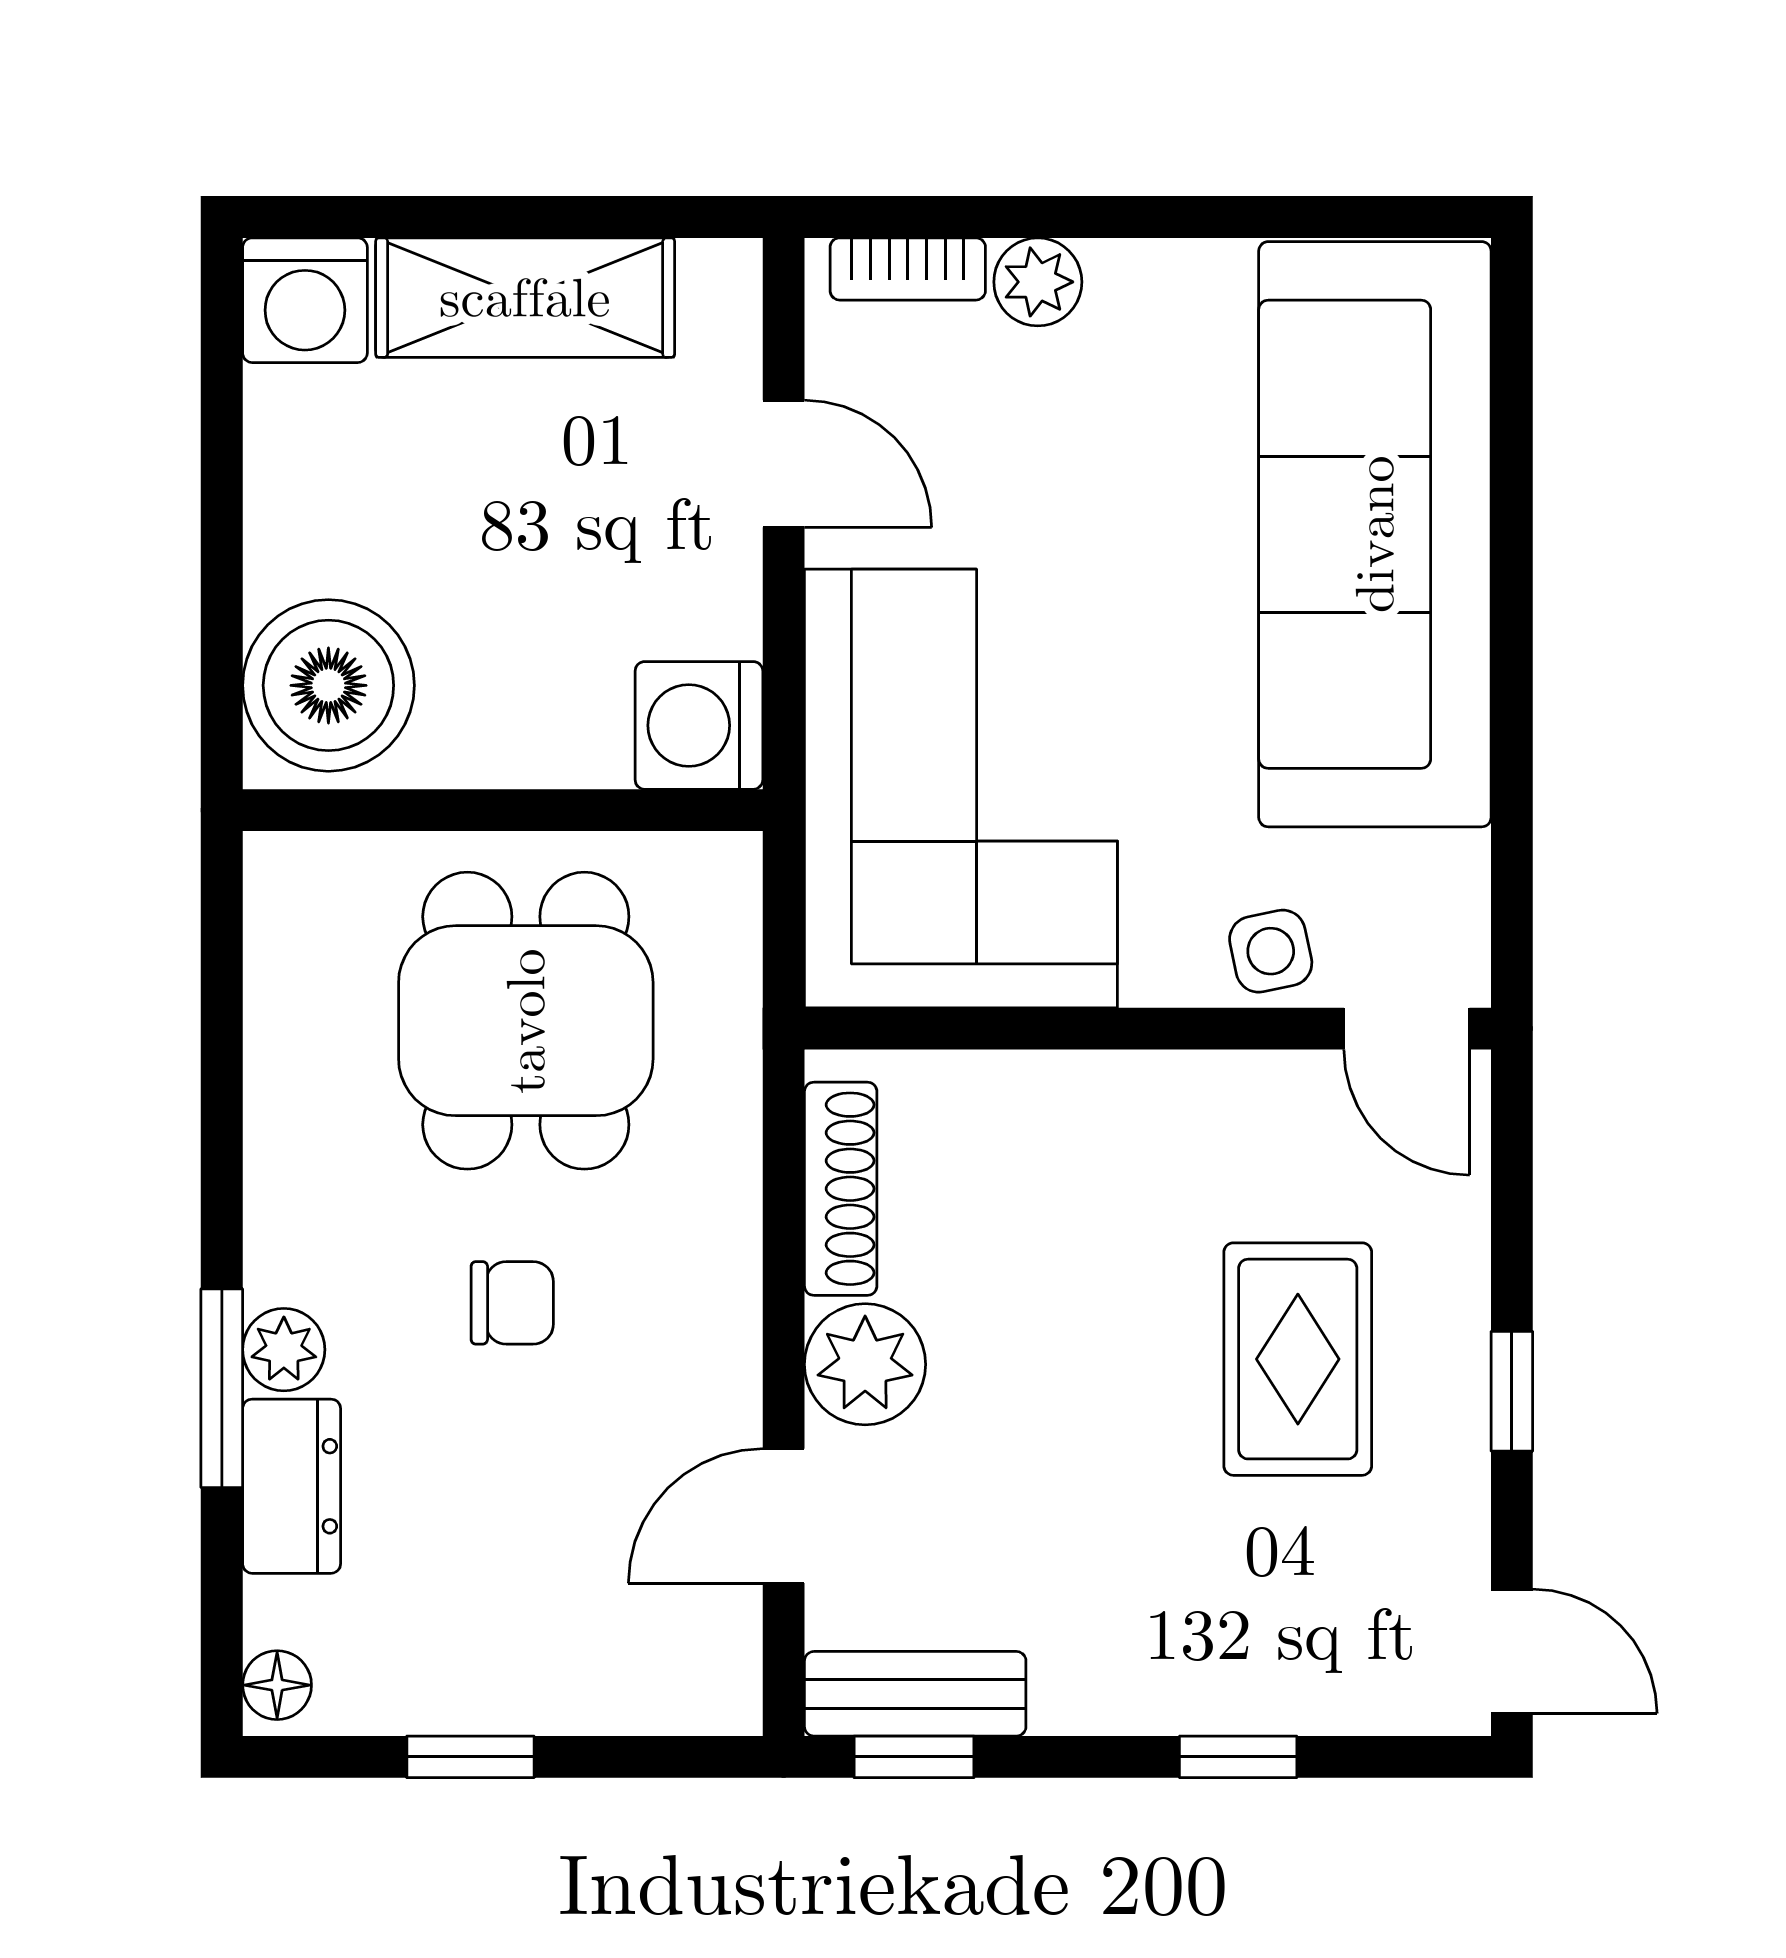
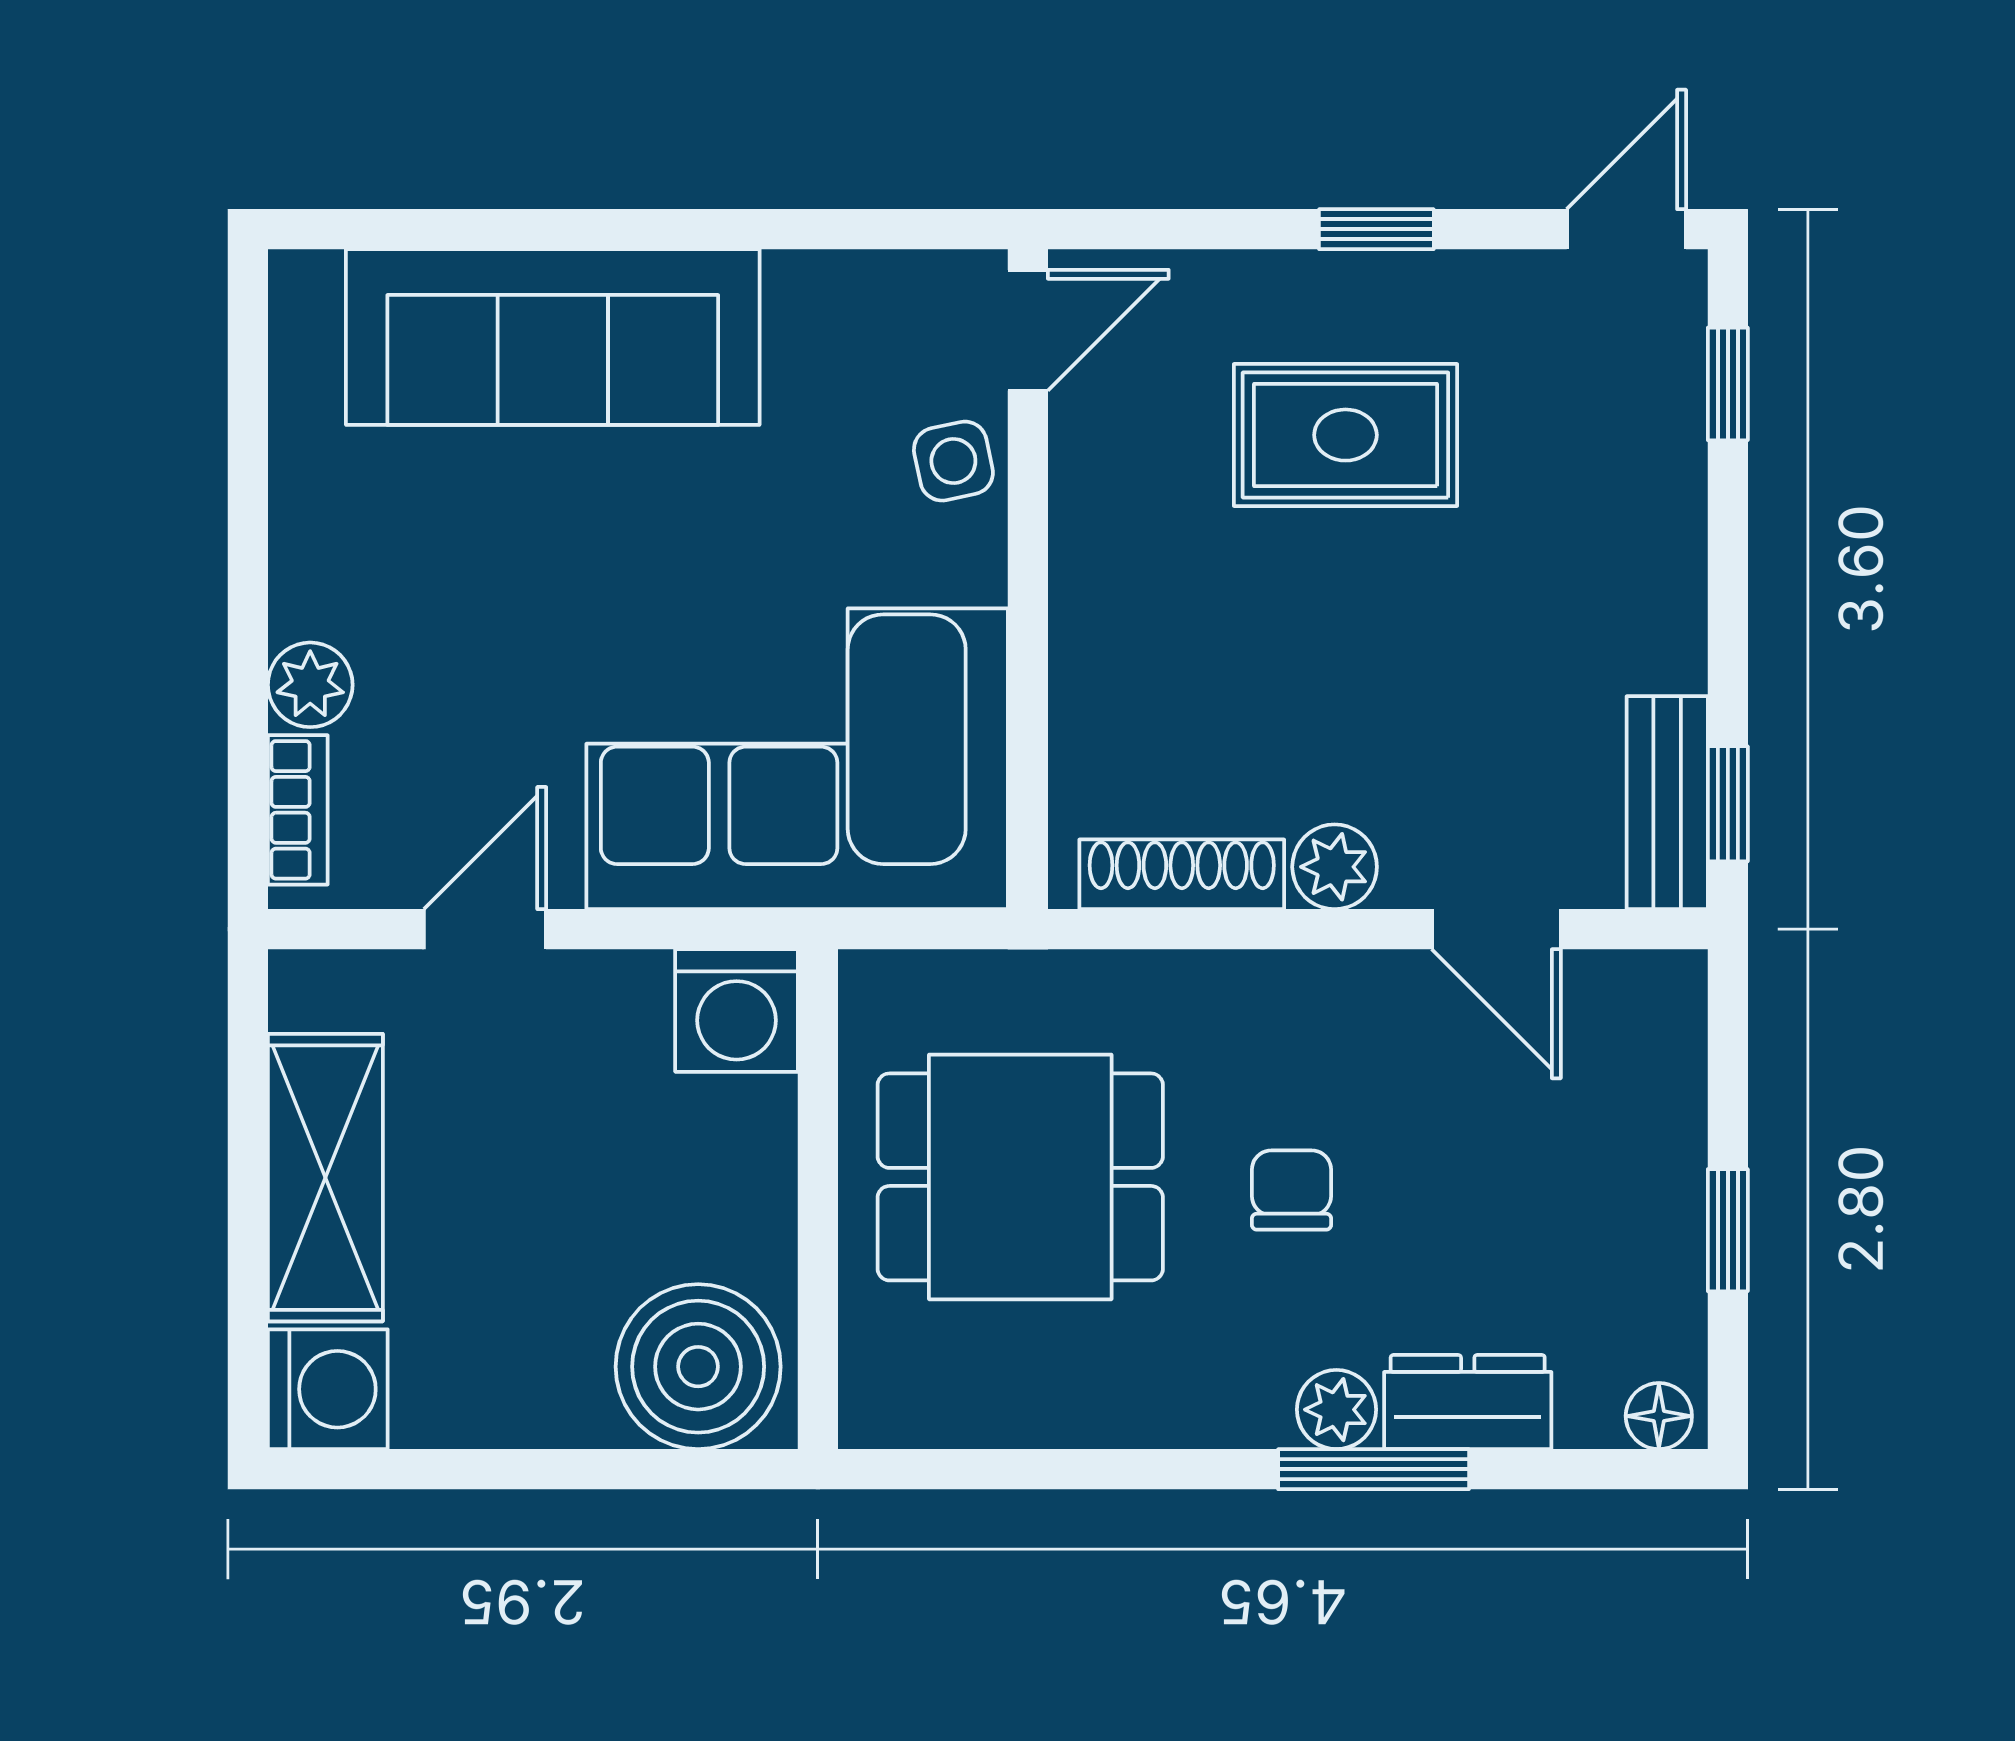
sofa: (1375, 534) -> (553, 337), width x0.74, depth x0.79
plant: (865, 1364) -> (1335, 867), width x0.73, depth x0.73
window: (1238, 1757) -> (1728, 384), moved

